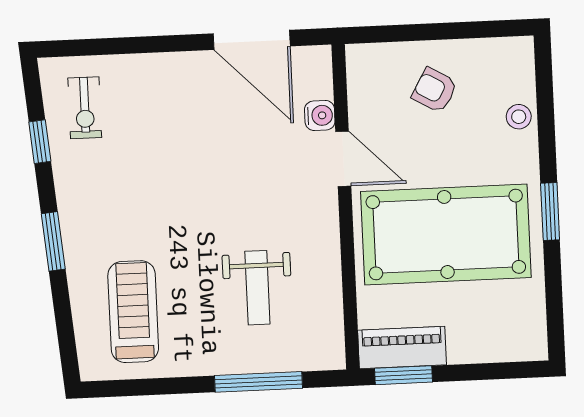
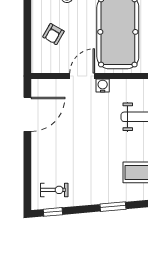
water cooler: (320, 115) -> (103, 86), moved
window: (40, 142) -> (53, 212), moved

